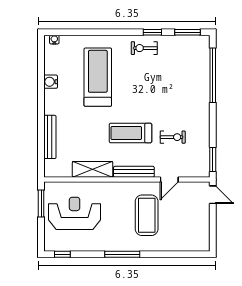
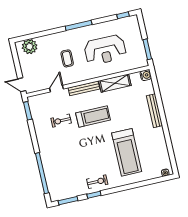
water cooler: (51, 82) -> (146, 75), moved
bench: (50, 137) -> (154, 111), moved
reception desk: (75, 213) -> (105, 50), moved
coffee table: (147, 215) -> (67, 58), width x0.54, depth x0.58
plant: (191, 241) -> (30, 47), added

